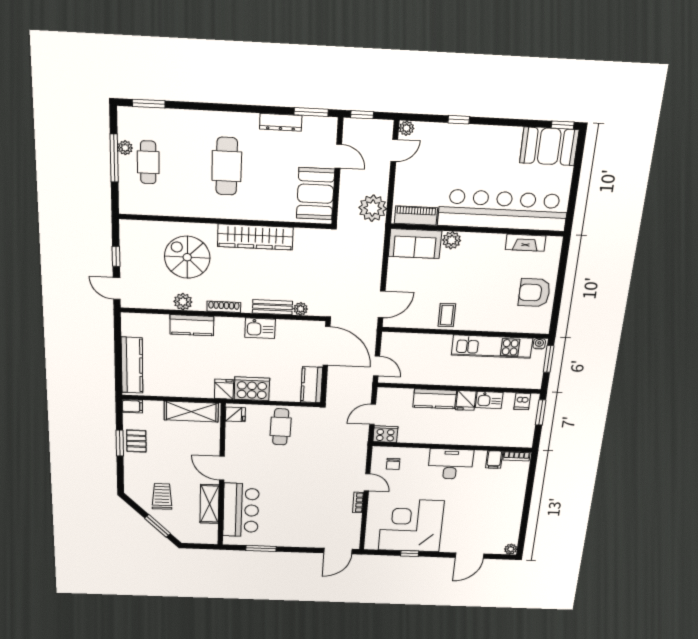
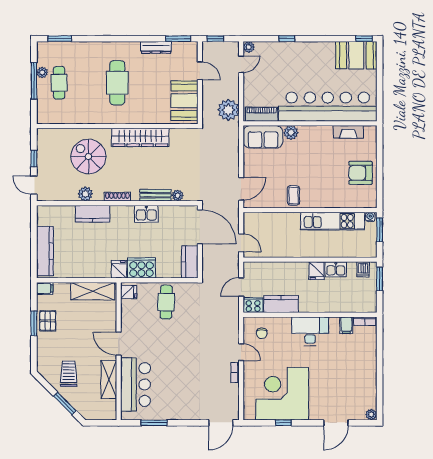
kitchen counter: (435, 399) -> (281, 304), moved, turned 180

